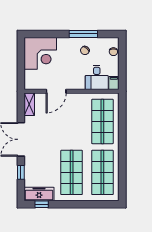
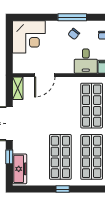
freezer: (39, 194) -> (20, 169), moved, turned 90
window: (42, 204) -> (63, 189), moved

